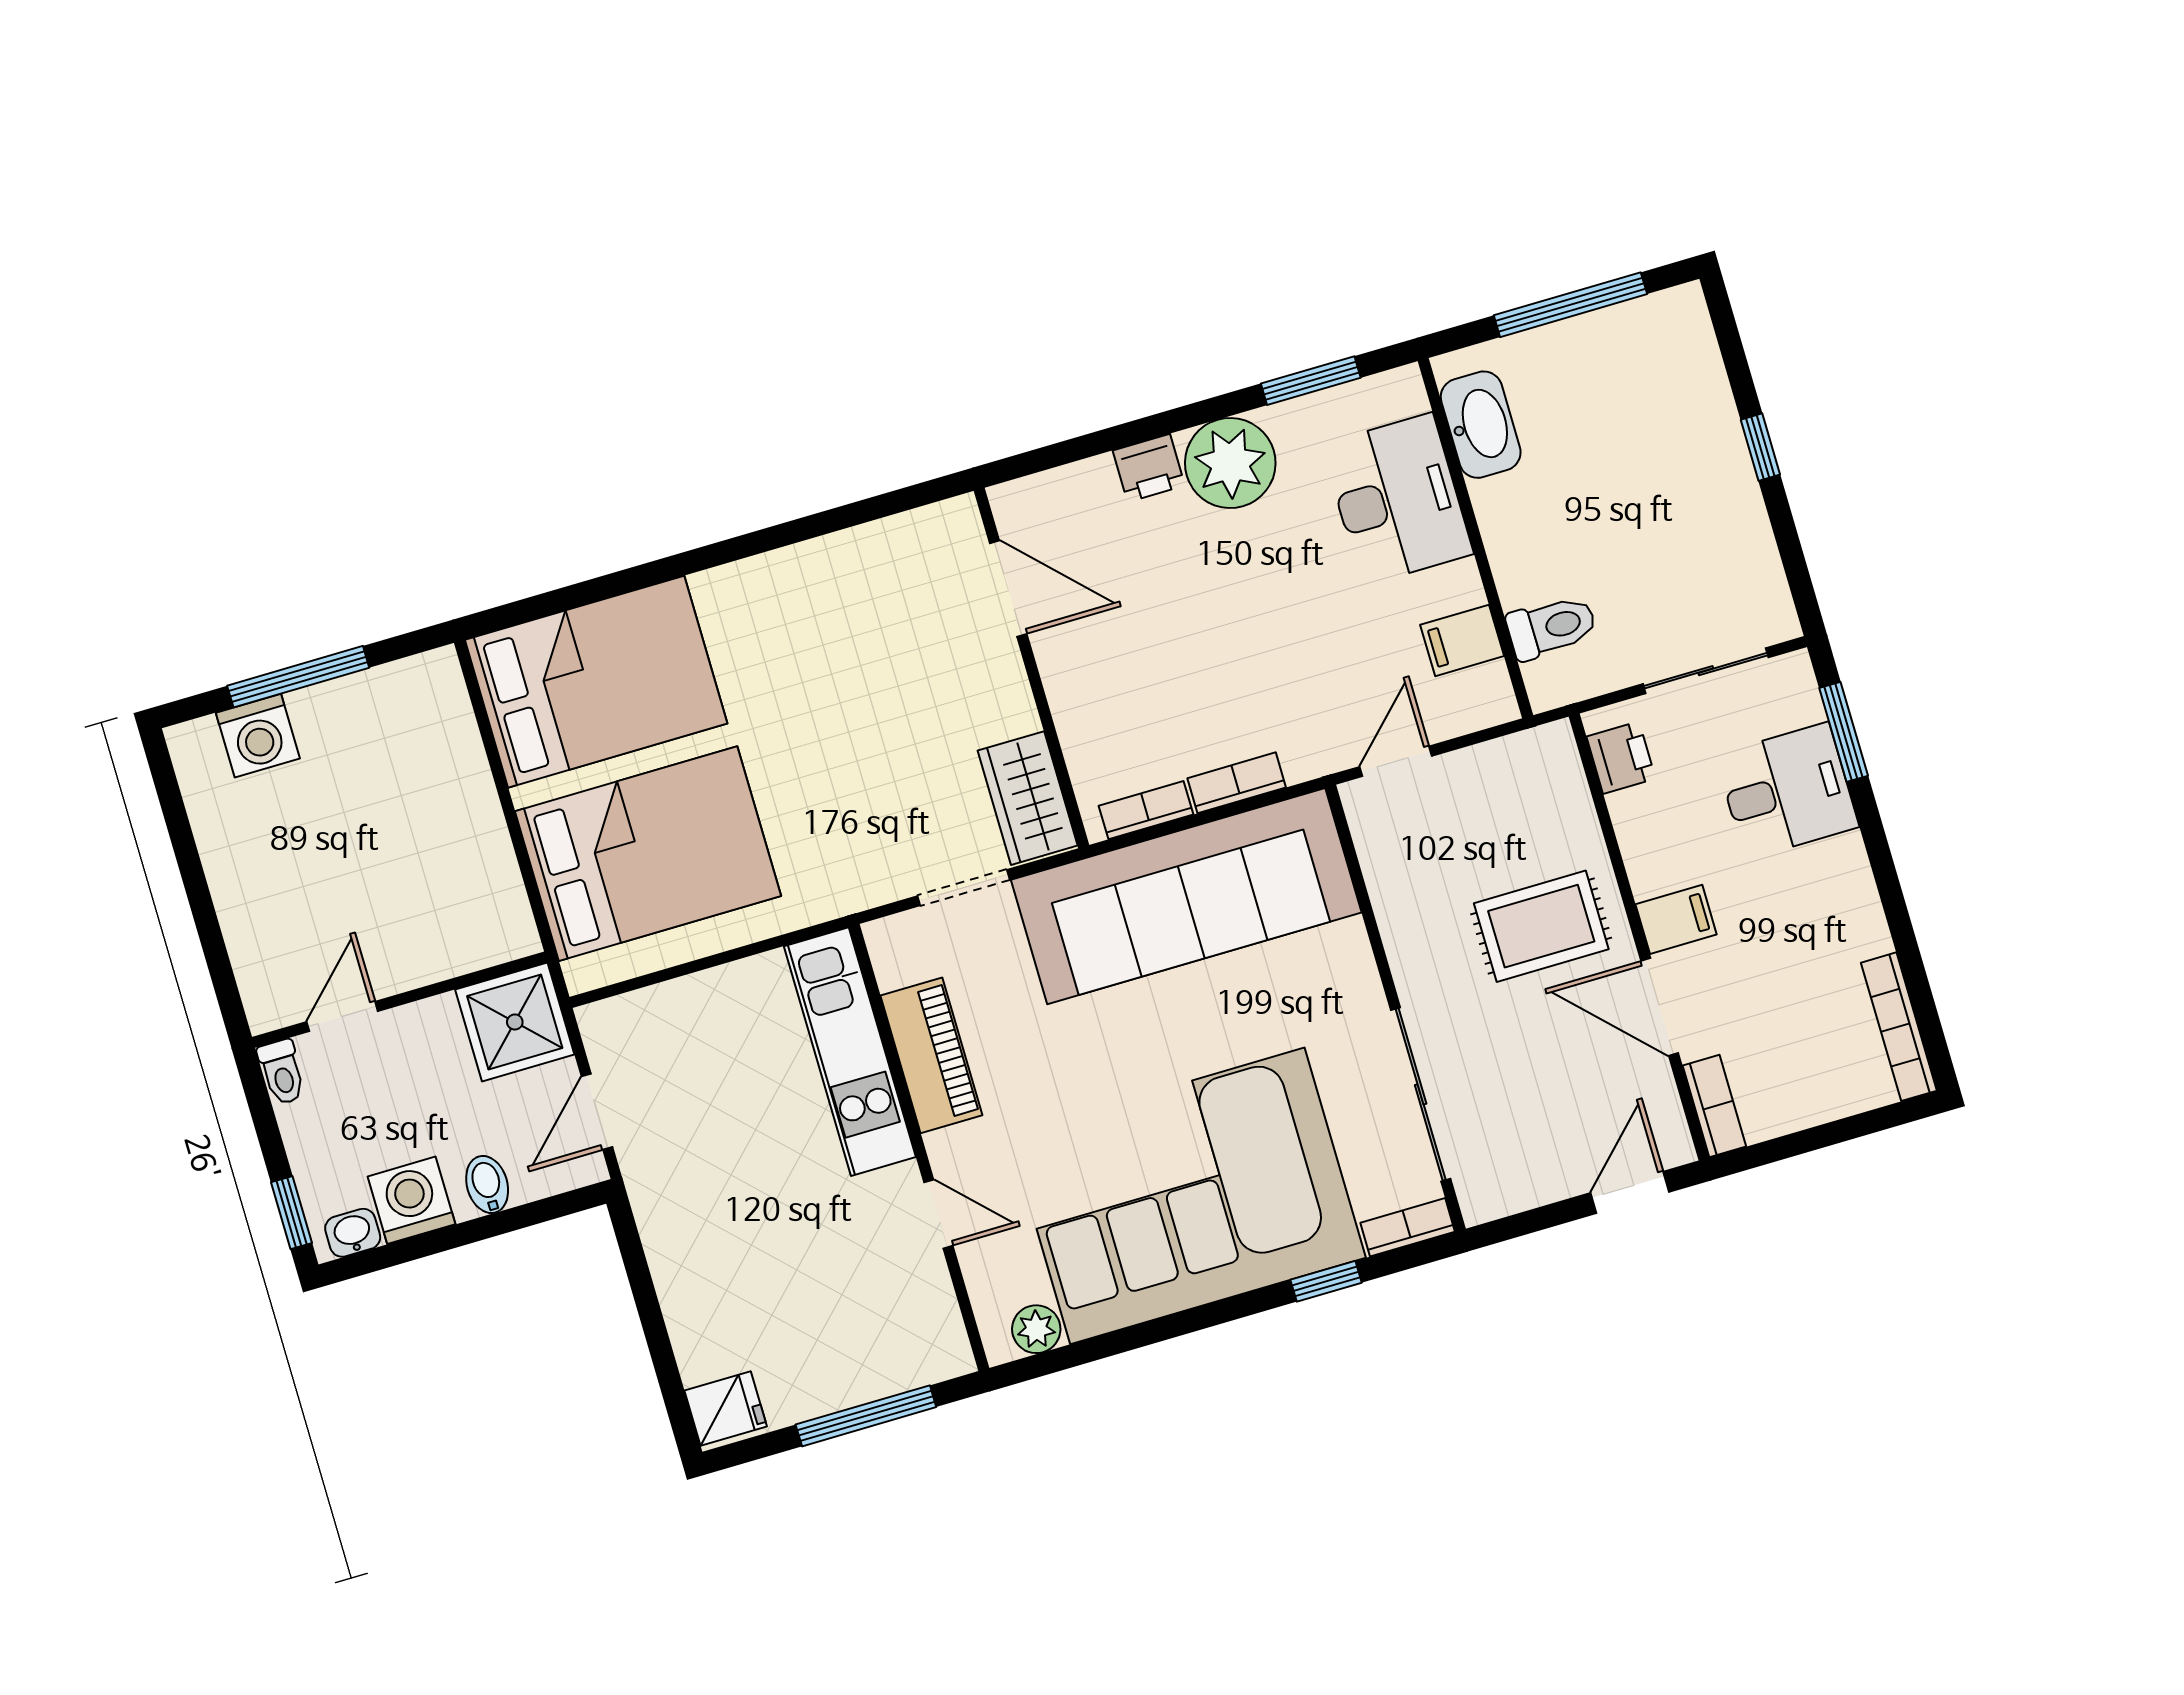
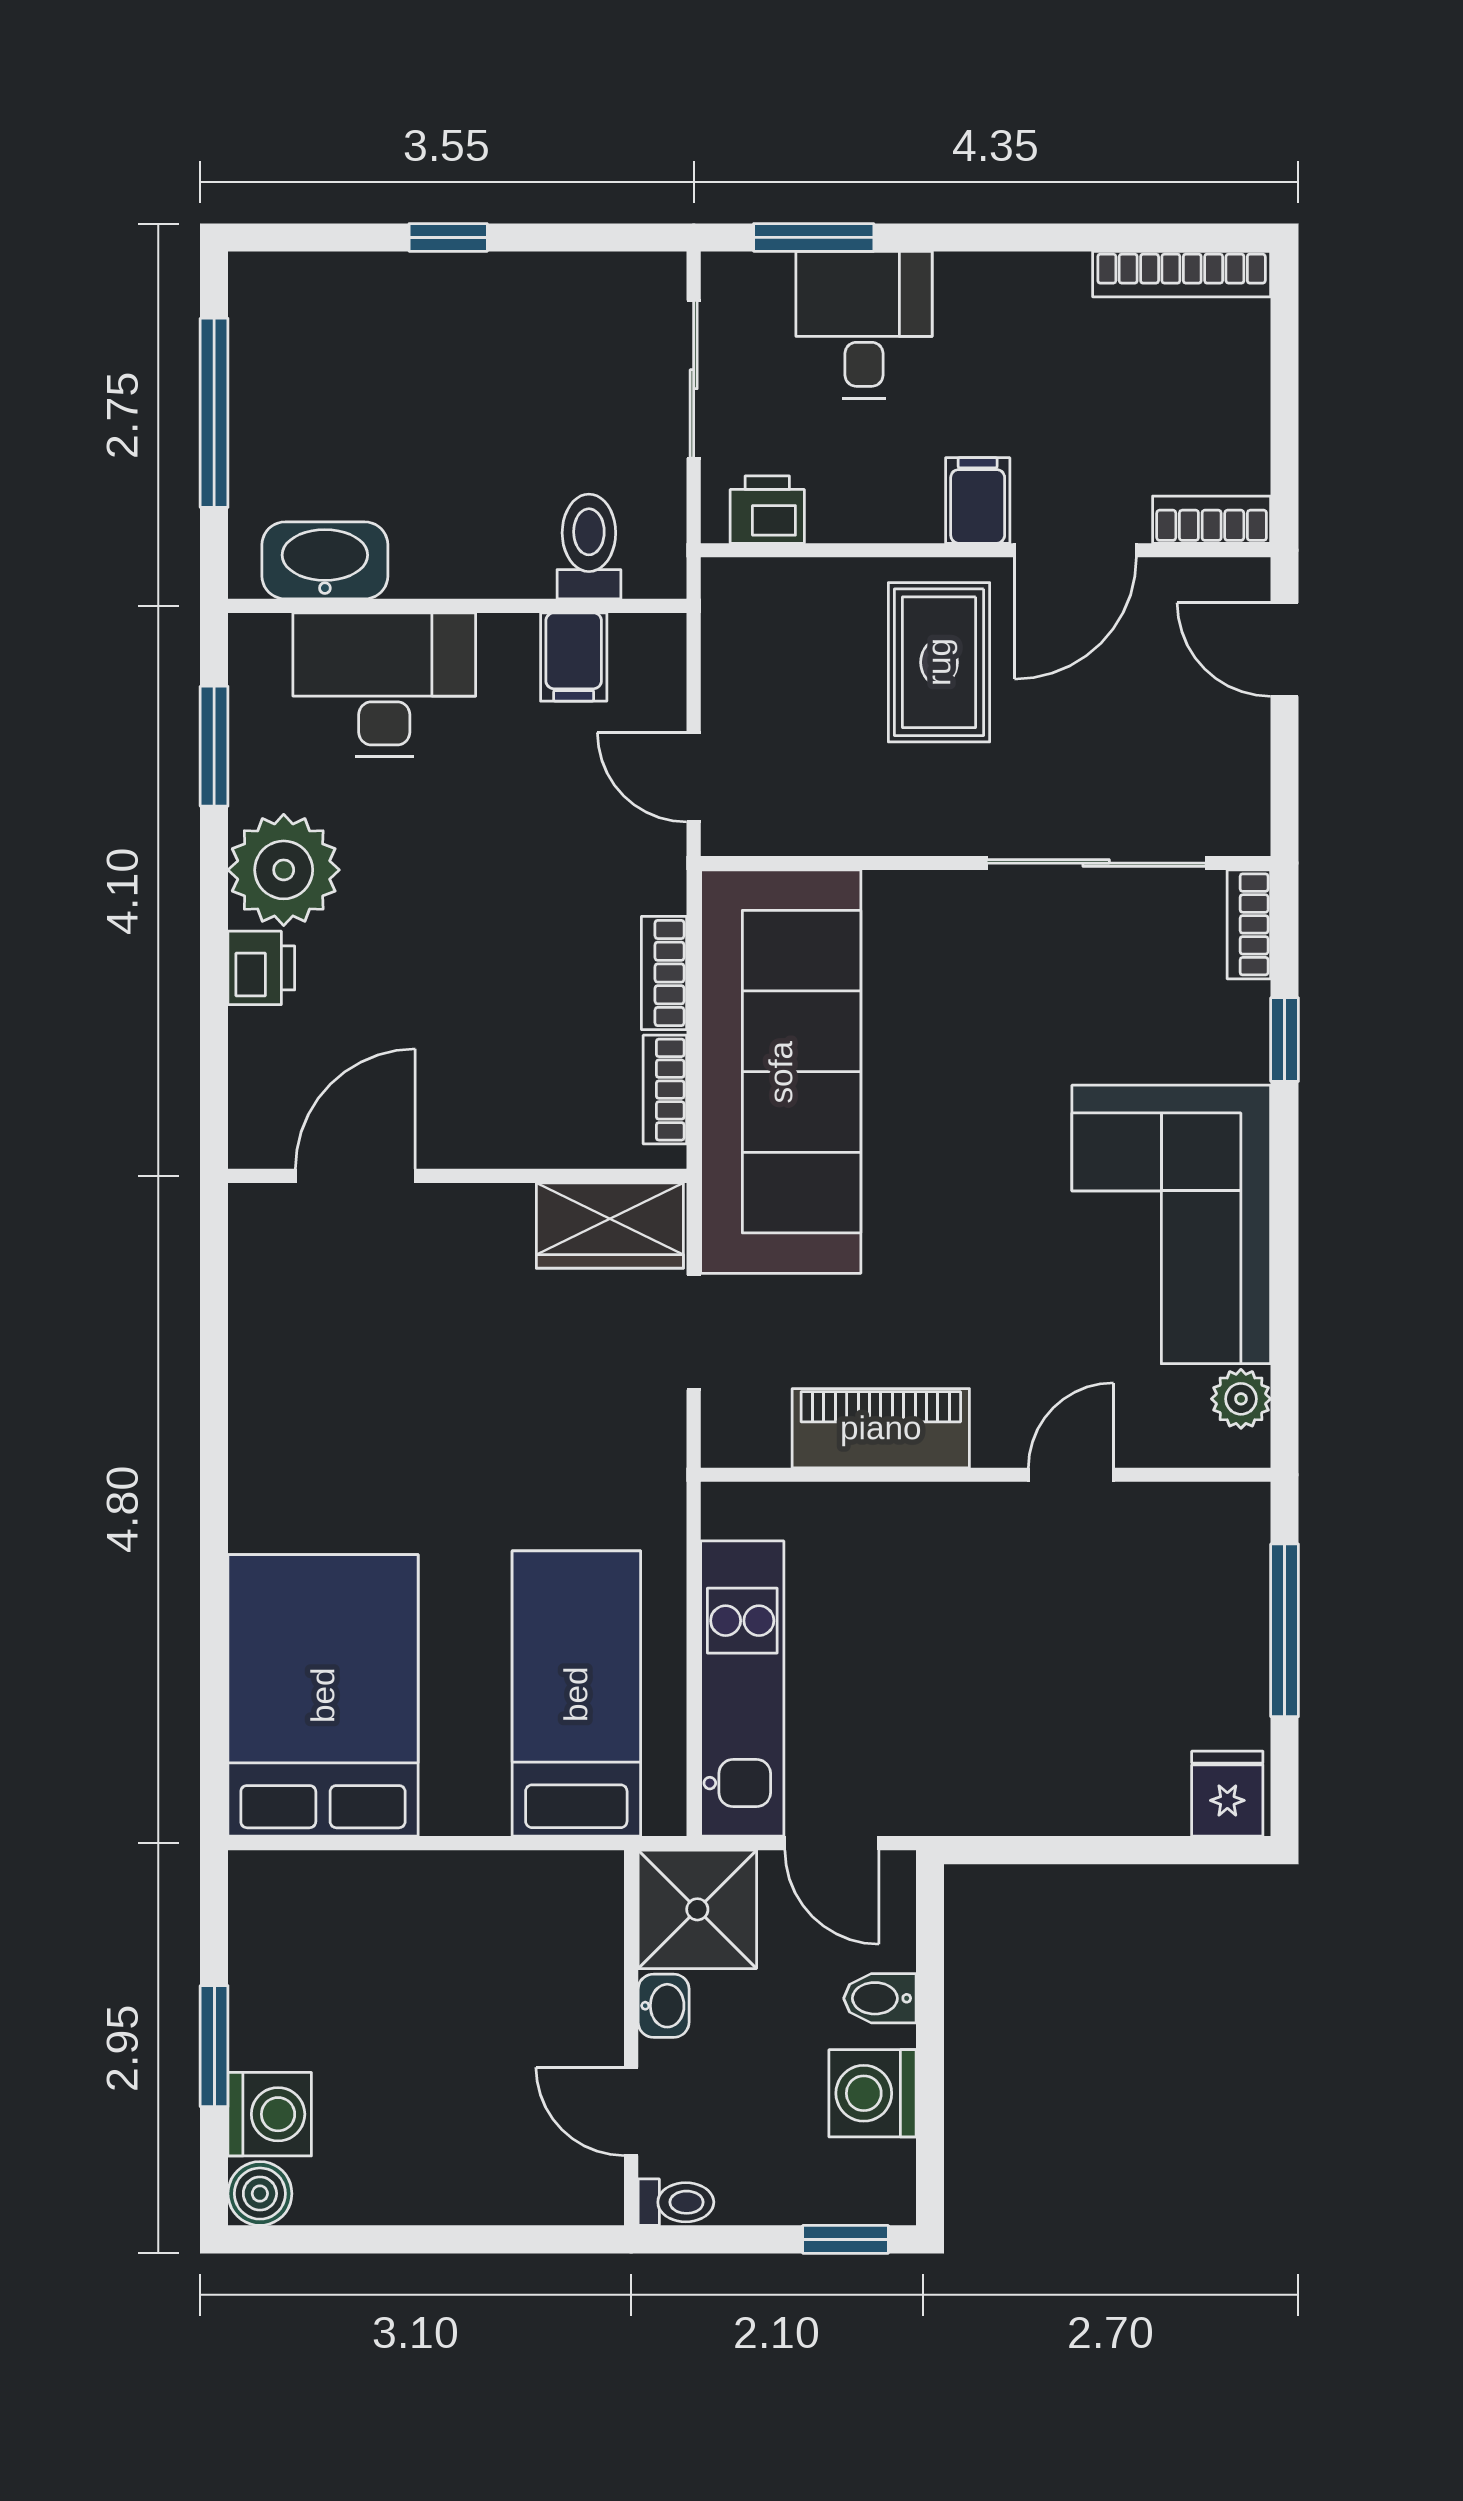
window: (298, 677) -> (214, 2046), width x0.69
boiler: (194, 746) -> (260, 2194), added
bed: (648, 854) -> (576, 1694), width x0.67
kitchen unit: (850, 1052) -> (742, 1689), moved, turned -90
corner sofa: (1187, 1196) -> (1171, 1224), width x0.73, depth x0.74
washbasin: (353, 1233) -> (664, 2006), moved, turned 180

